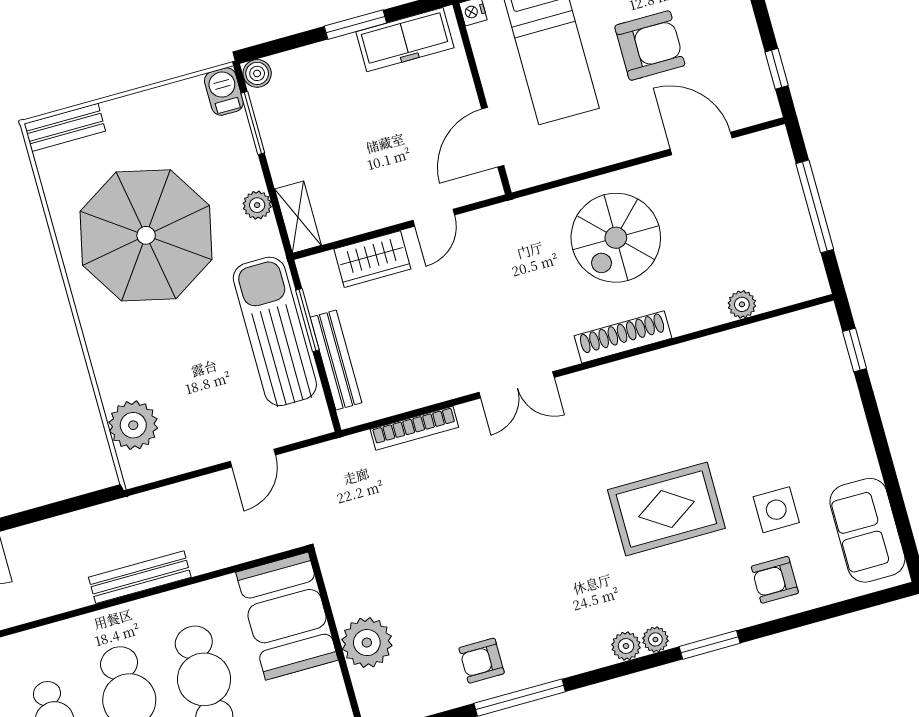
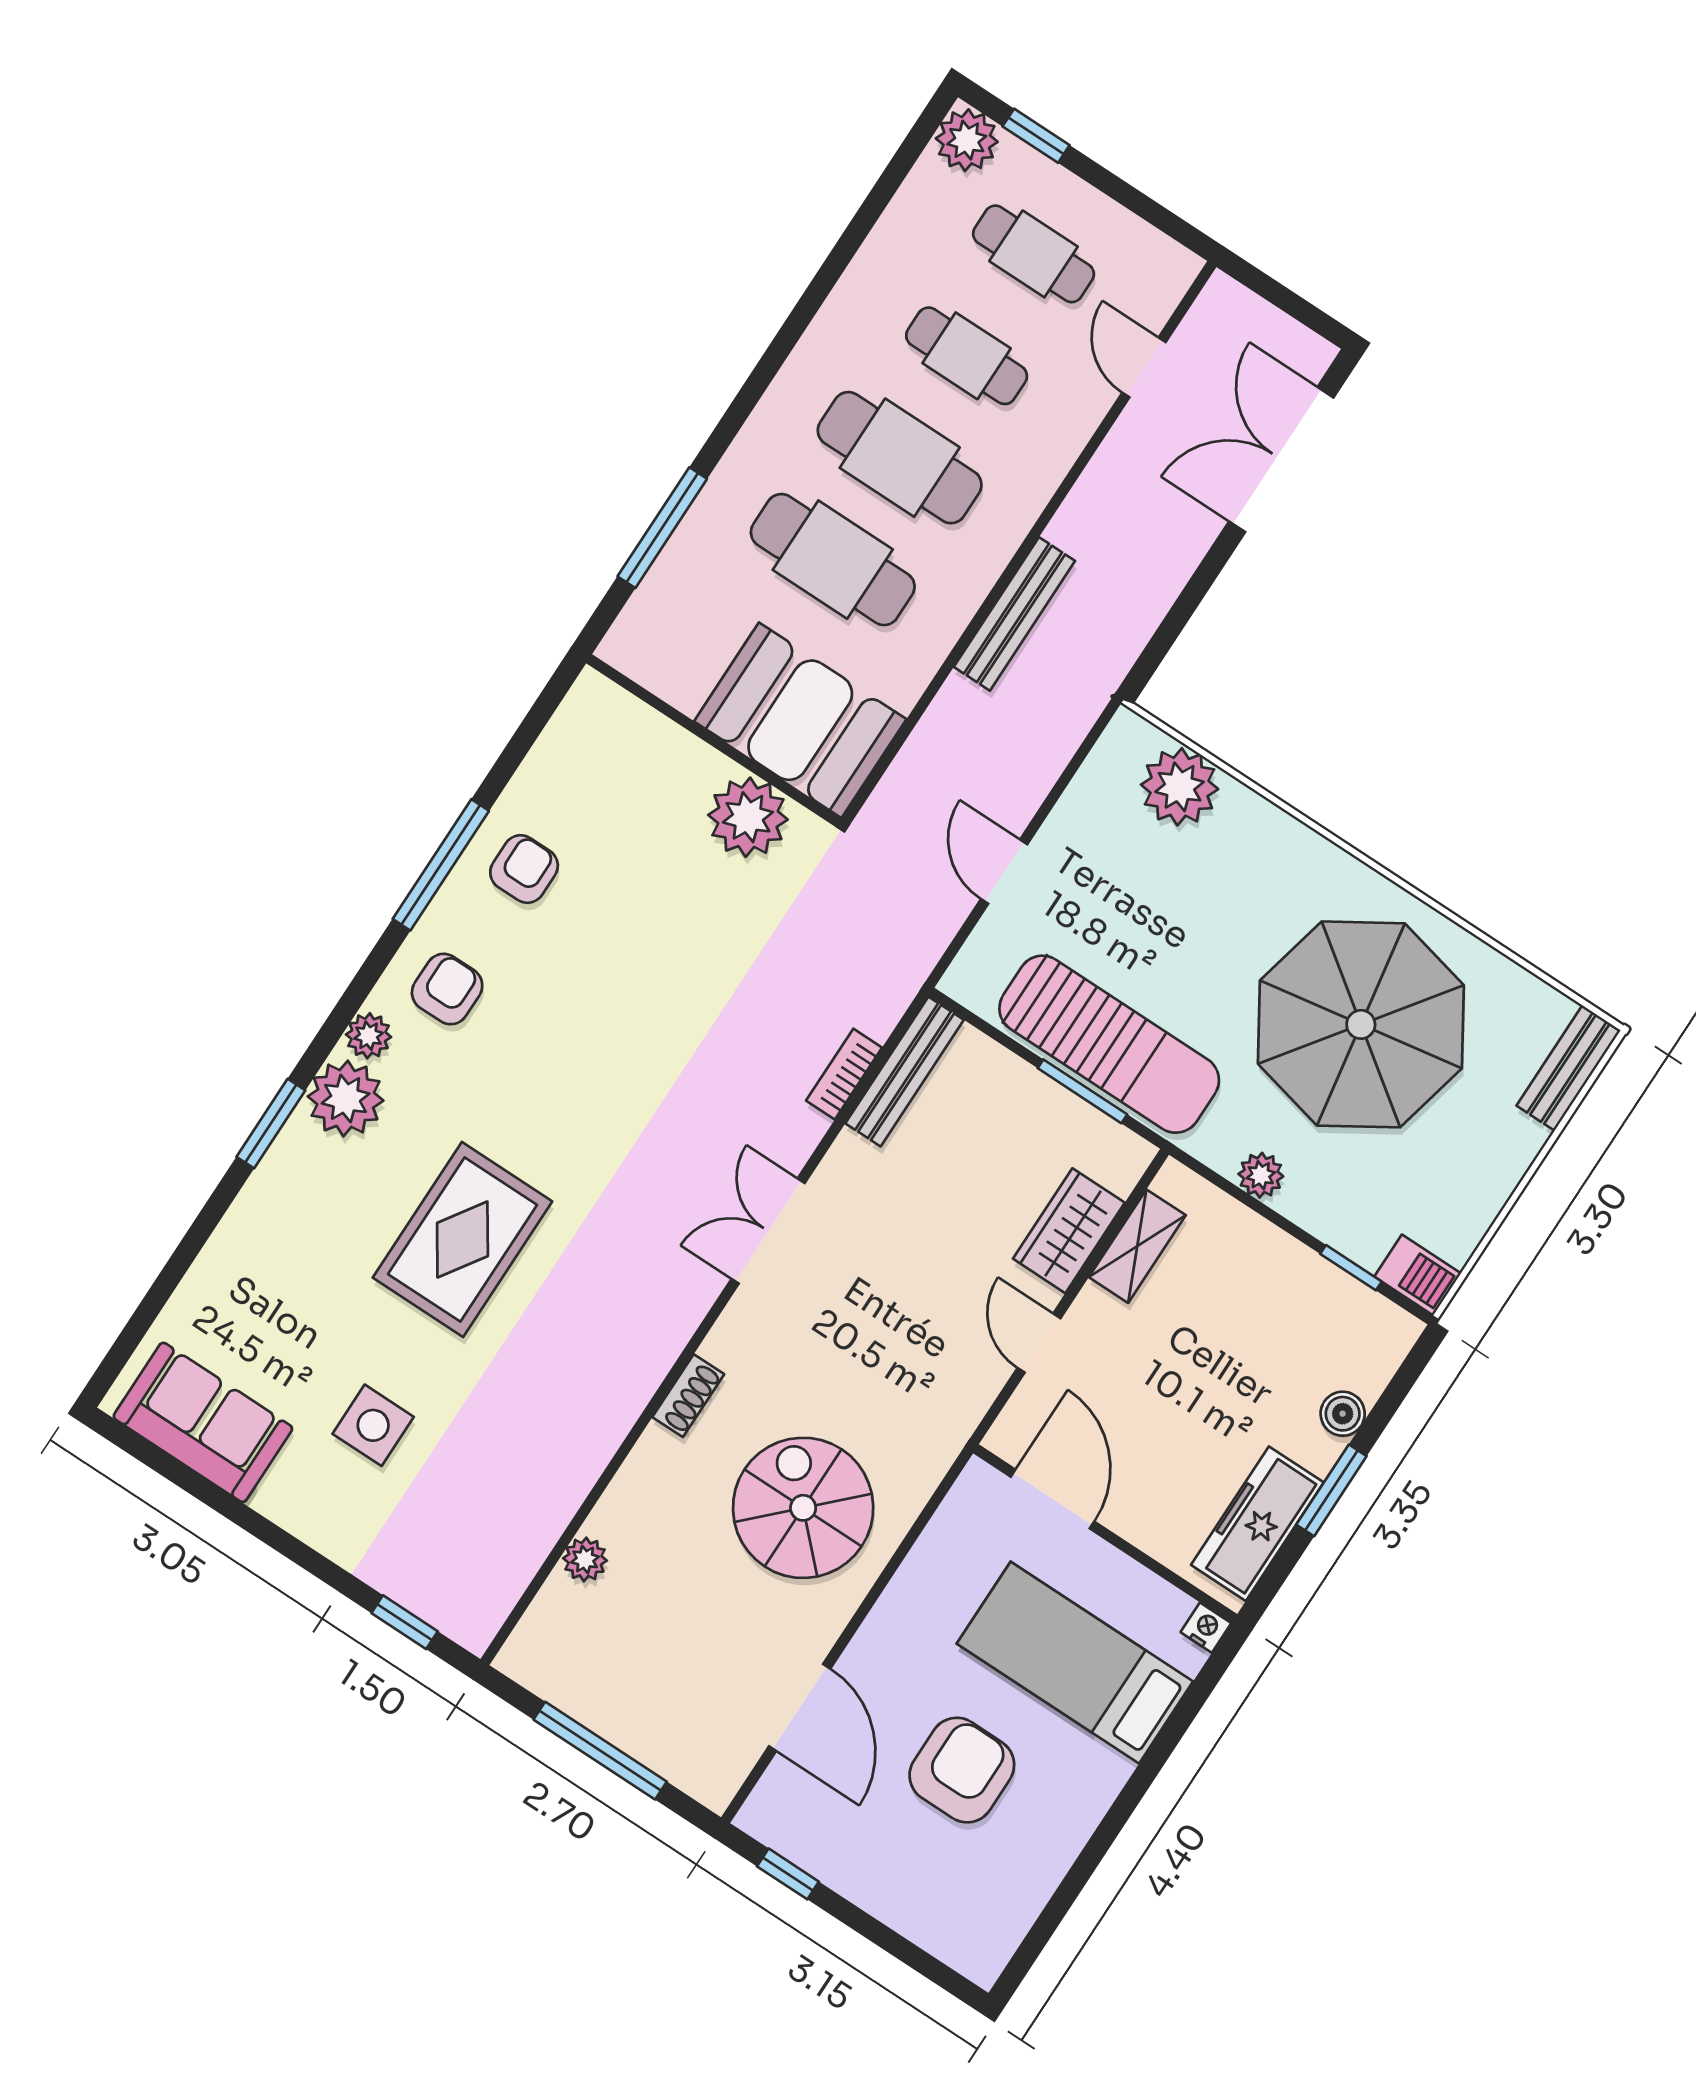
armchair: (650, 46) -> (962, 1770), turned 180
boiler: (257, 73) -> (1343, 1414), moved
window: (253, 123) -> (1351, 1268), width x0.67
door: (701, 144) -> (800, 1707), hinge flipped
shelving: (298, 217) -> (1137, 1246), moved, turned 90
shoe rack: (623, 337) -> (688, 1396), width x0.51, depth x0.81
bench: (336, 360) -> (905, 1072), moved, turned 90
bookcase: (414, 428) -> (844, 1074), width x0.64
side table: (776, 510) -> (373, 1425), moved
armchair: (775, 580) -> (447, 989), moved
plant: (655, 639) -> (346, 1098), width x1.88, depth x1.88
plant: (367, 643) -> (748, 817), moved

